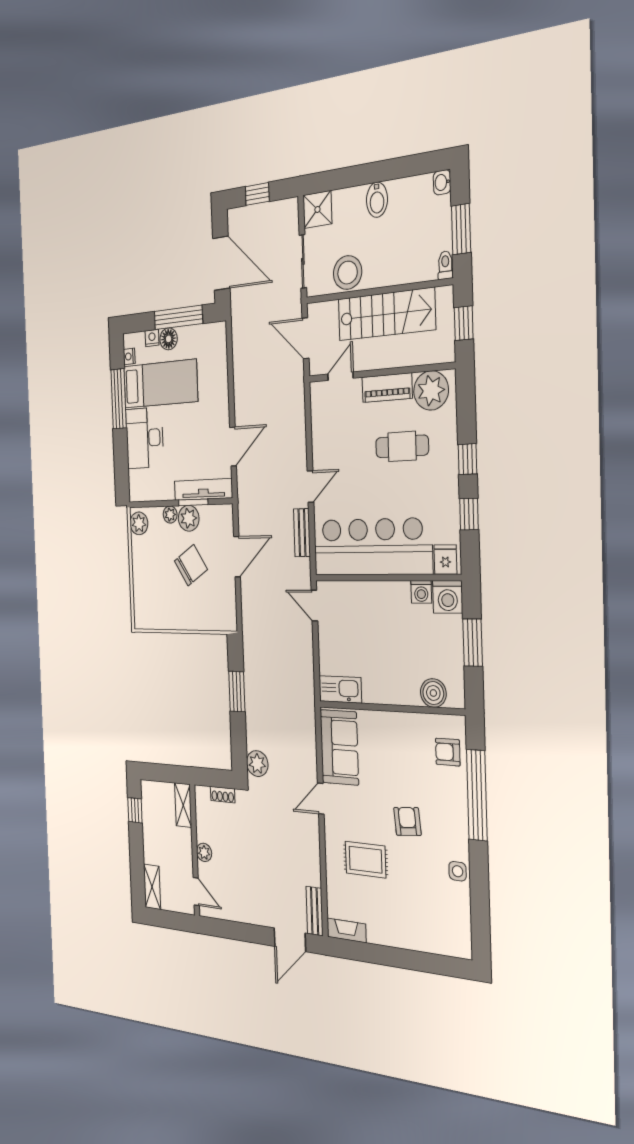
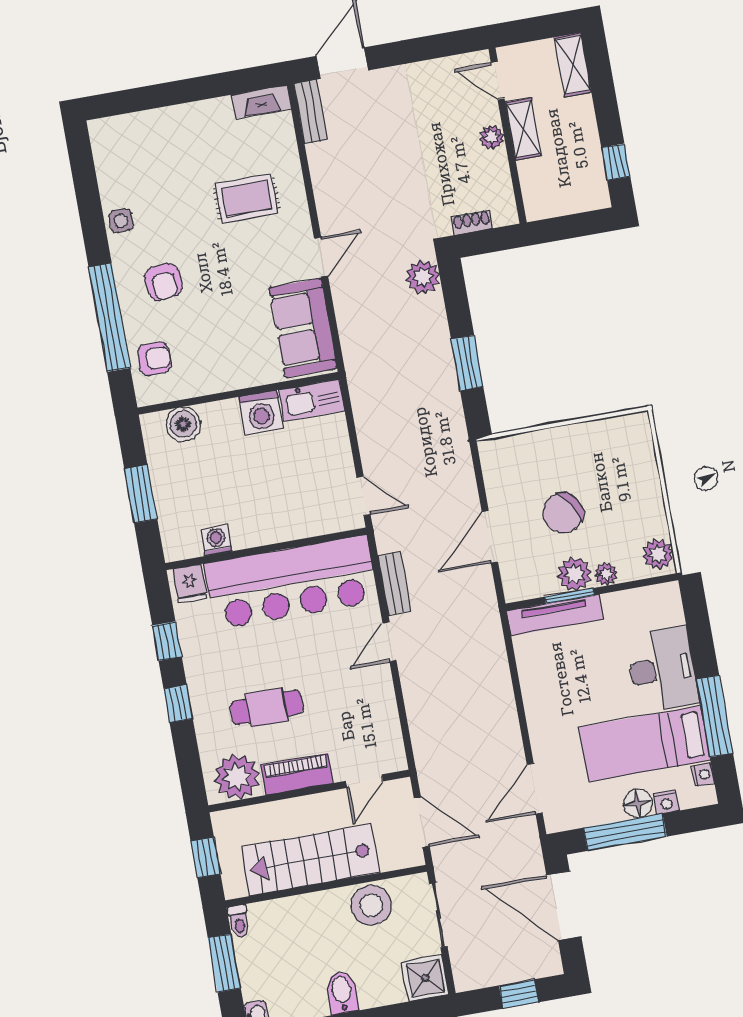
door: (233, 447) -> (535, 789), moved
washing machine: (448, 597) -> (261, 412), moved, turned 180
shelving: (183, 805) -> (523, 129), moved
armchair: (407, 821) -> (164, 282), moved

